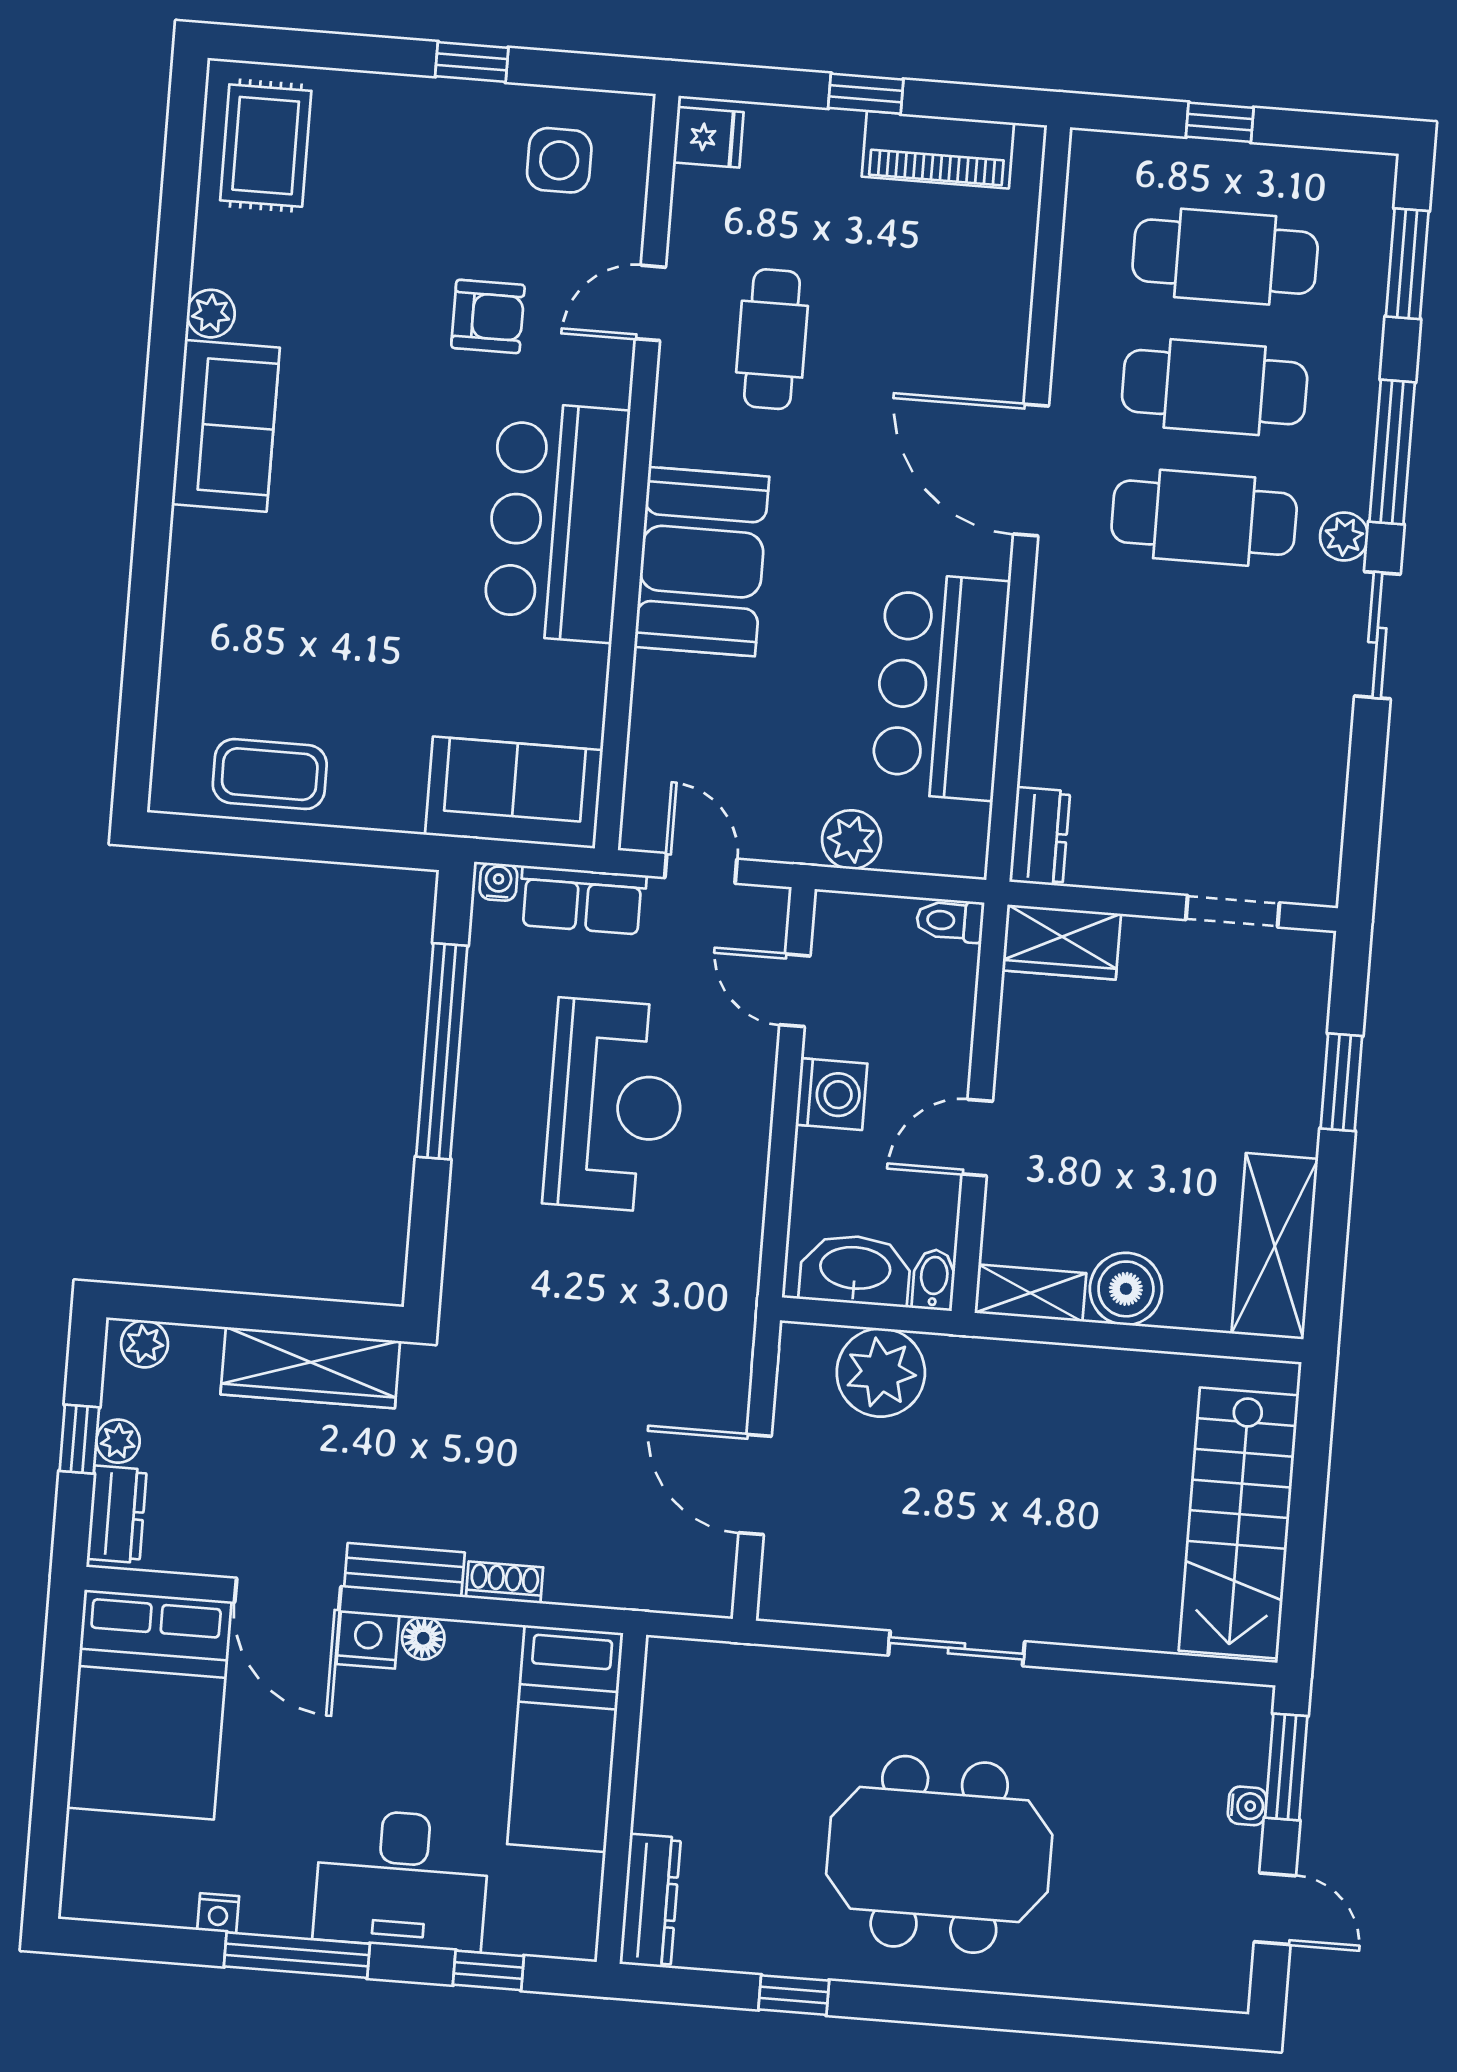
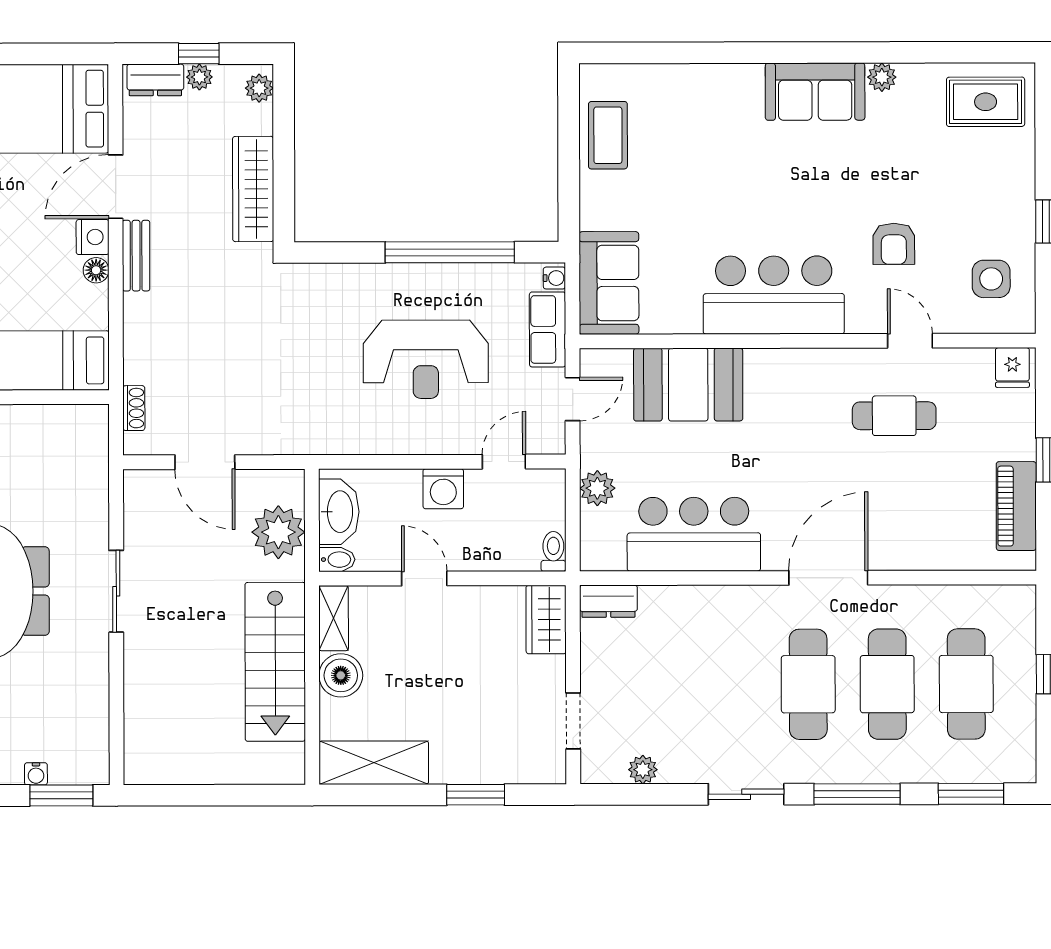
plant: (1344, 537) -> (643, 770), moved
booth: (702, 562) -> (688, 385), moved
door: (755, 1484) -> (205, 462), swing flipped
stairs: (1239, 1523) -> (275, 662), moved, turned -90
shoe rack: (504, 1582) -> (134, 408), moved

